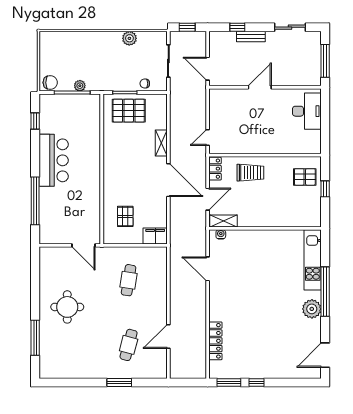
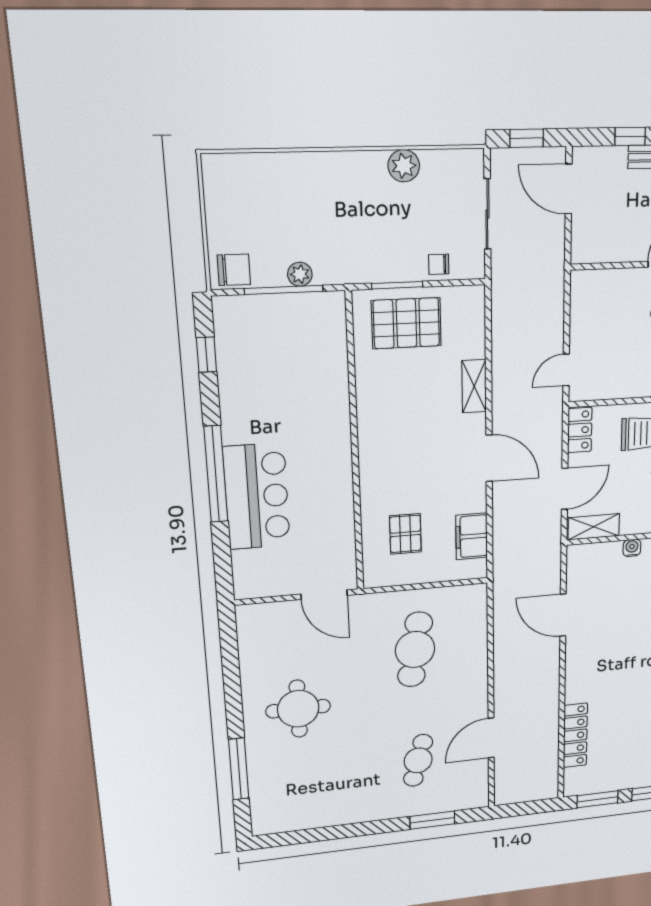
door: (208, 69) -> (568, 189), moved
bar counter: (54, 160) -> (257, 496), moved
door: (168, 180) -> (489, 458), width x0.73
window: (35, 201) -> (216, 474), moved
water cooler: (221, 234) -> (632, 548), moved
filing cabinet: (155, 236) -> (472, 536), moved, turned -90
cafe table: (129, 280) -> (415, 650), width x1.37, depth x1.35
window: (119, 382) -> (432, 820), moved

